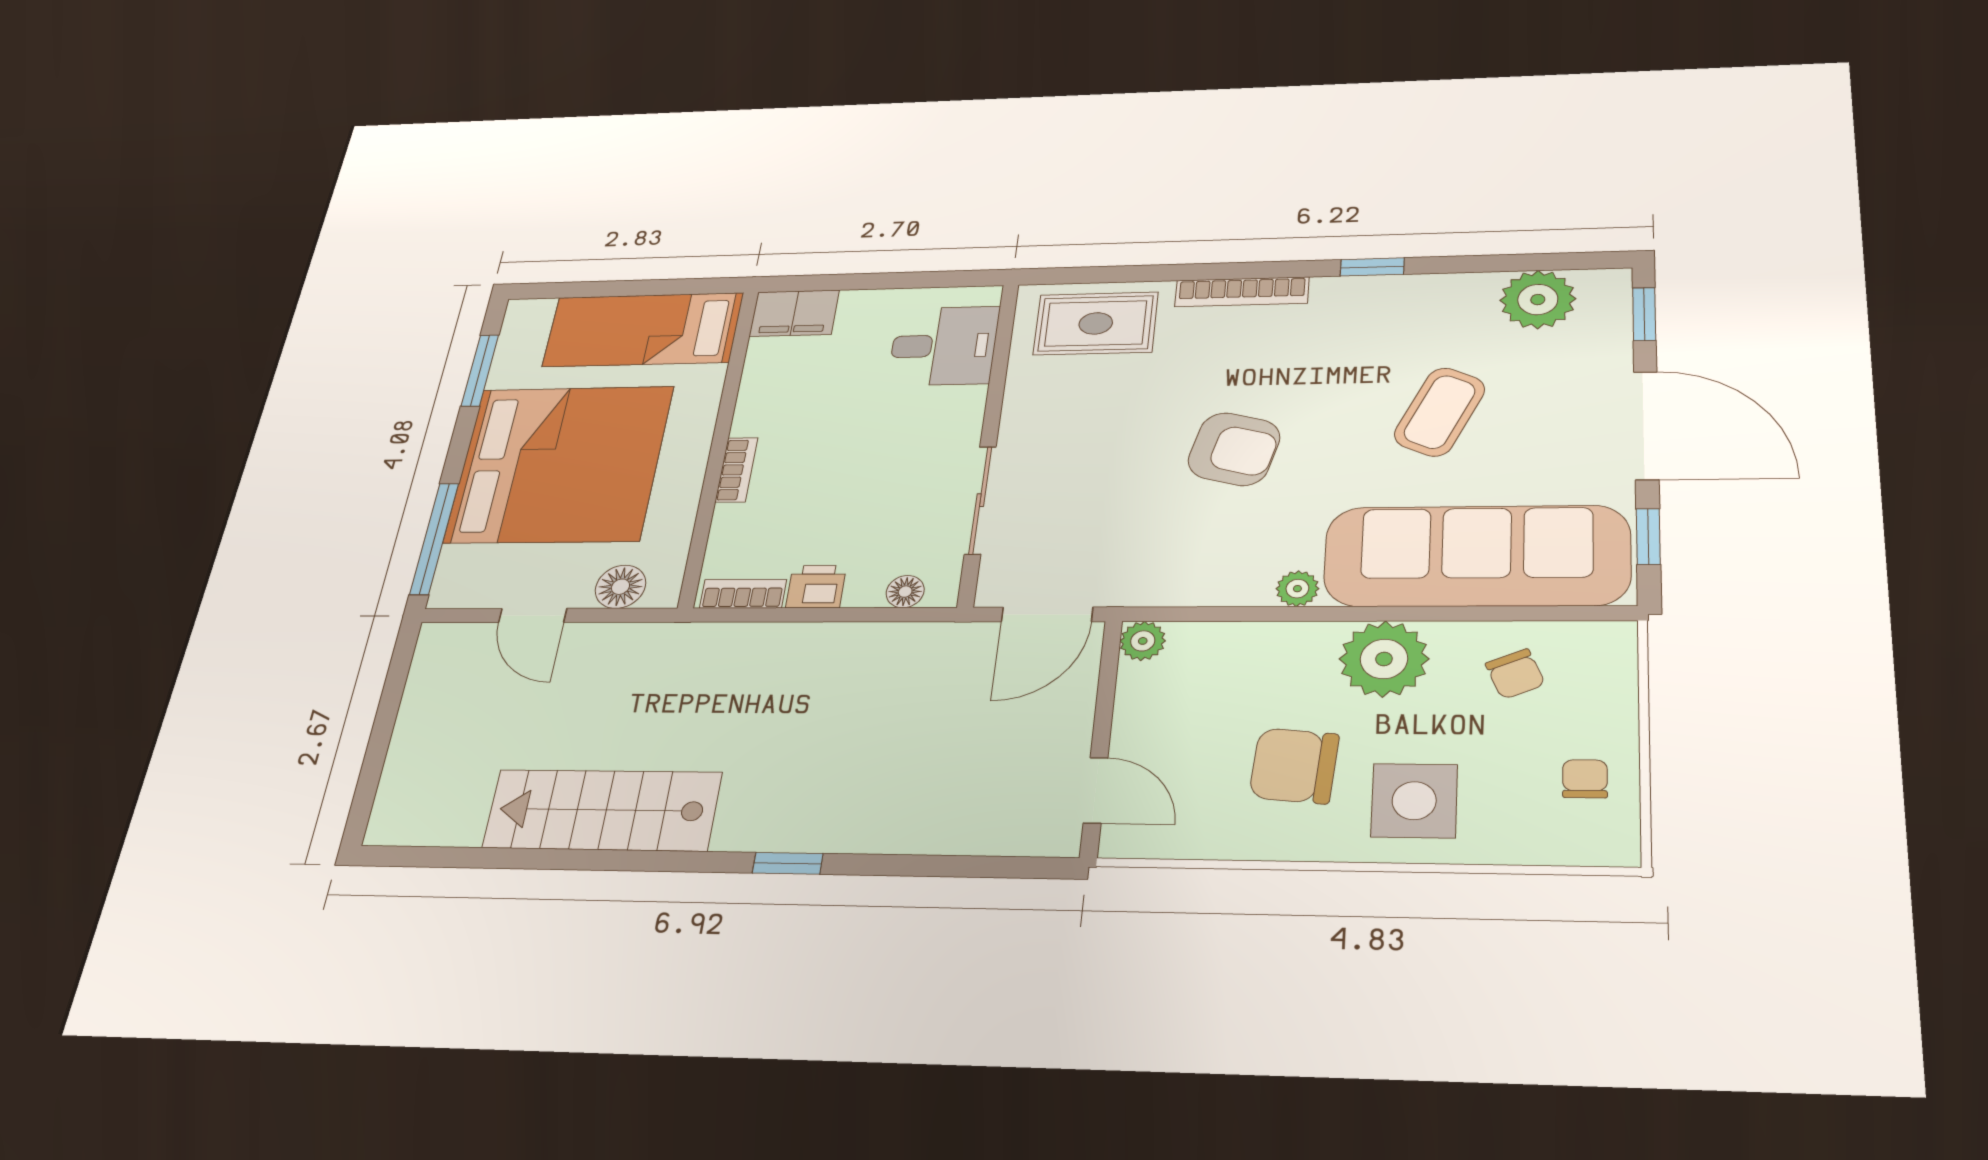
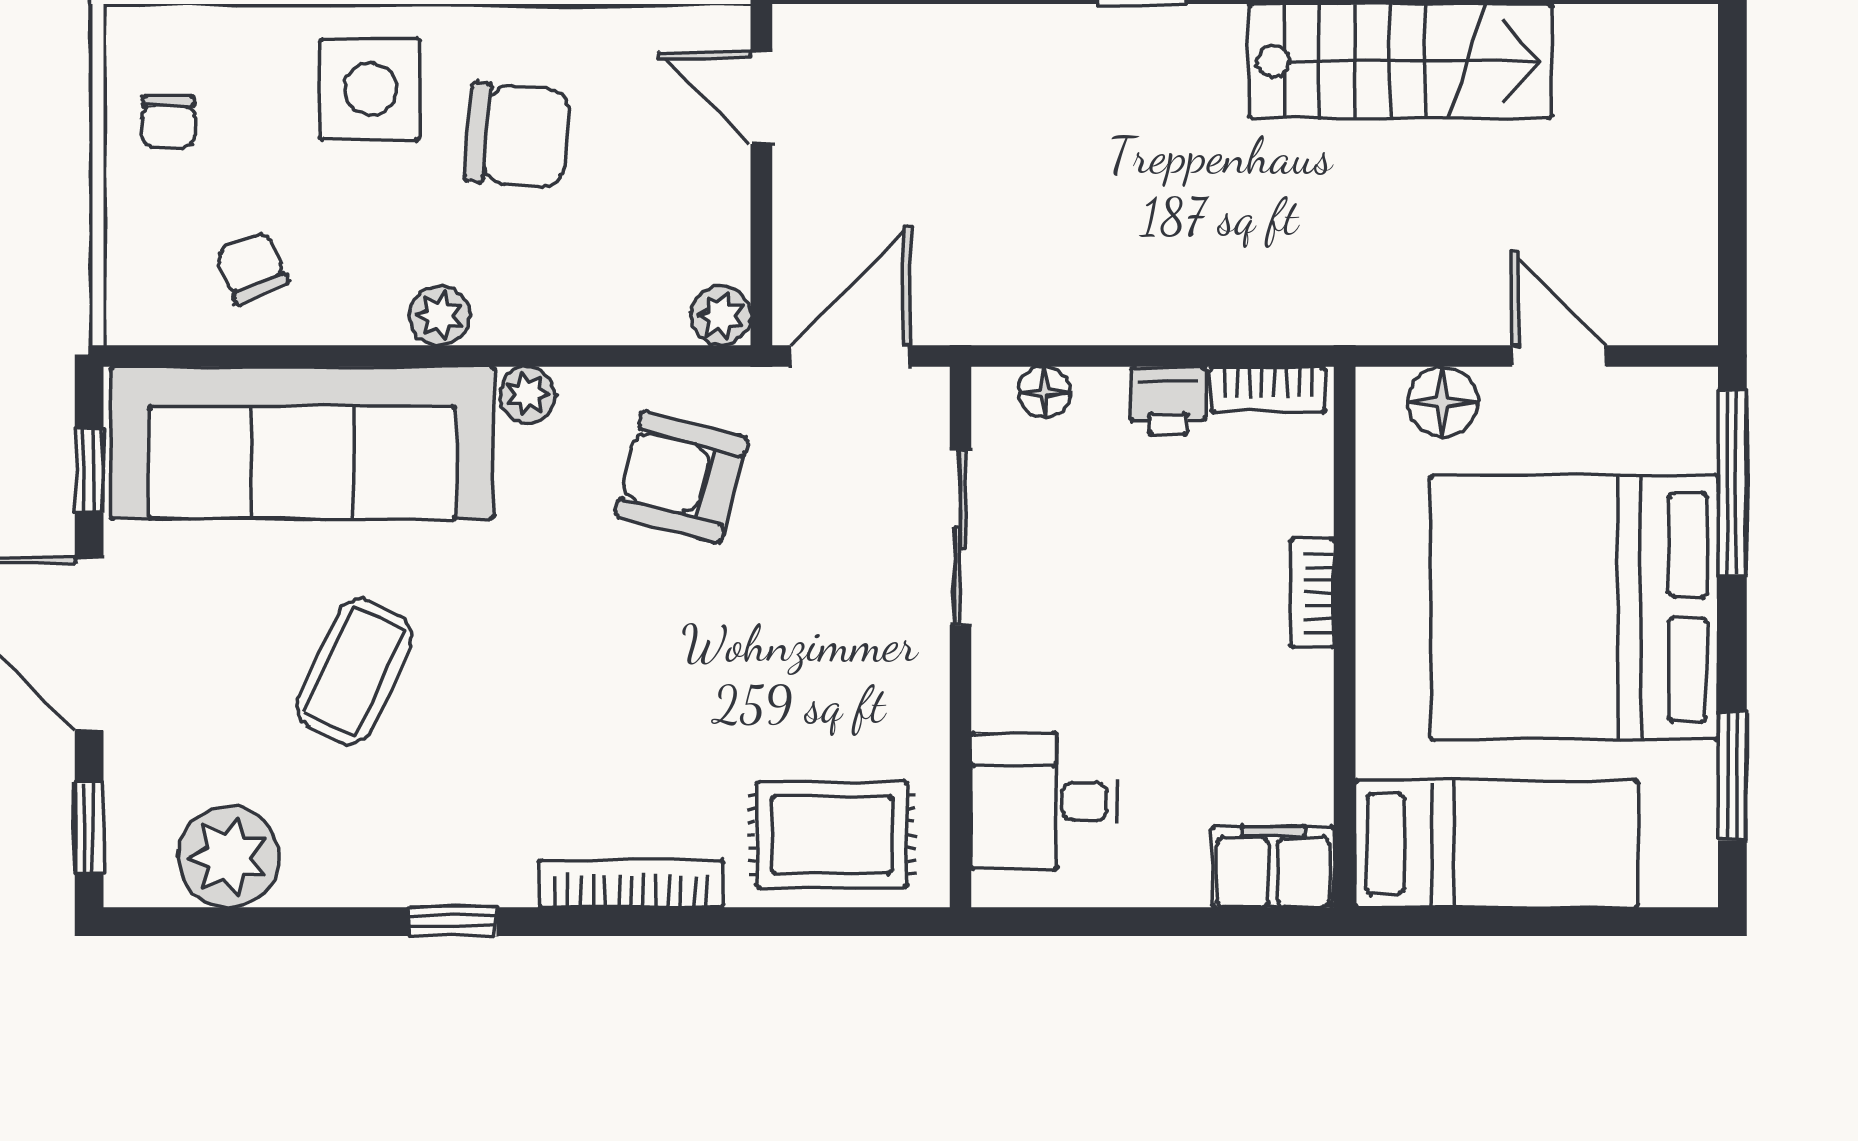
armchair: (1234, 449) -> (681, 477), moved
plant: (1384, 659) -> (440, 315), width x0.53, depth x0.53

